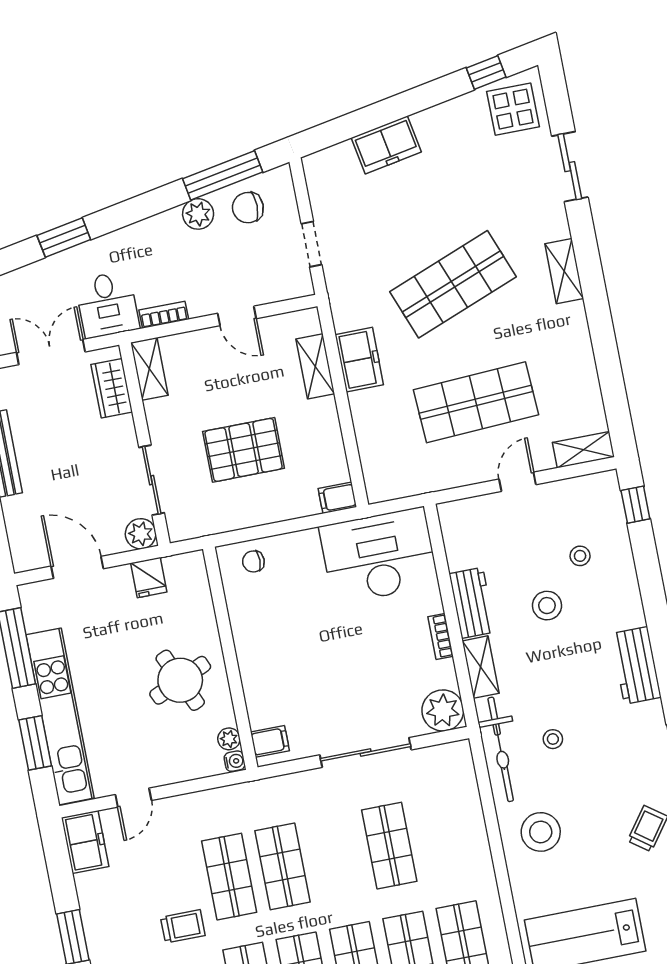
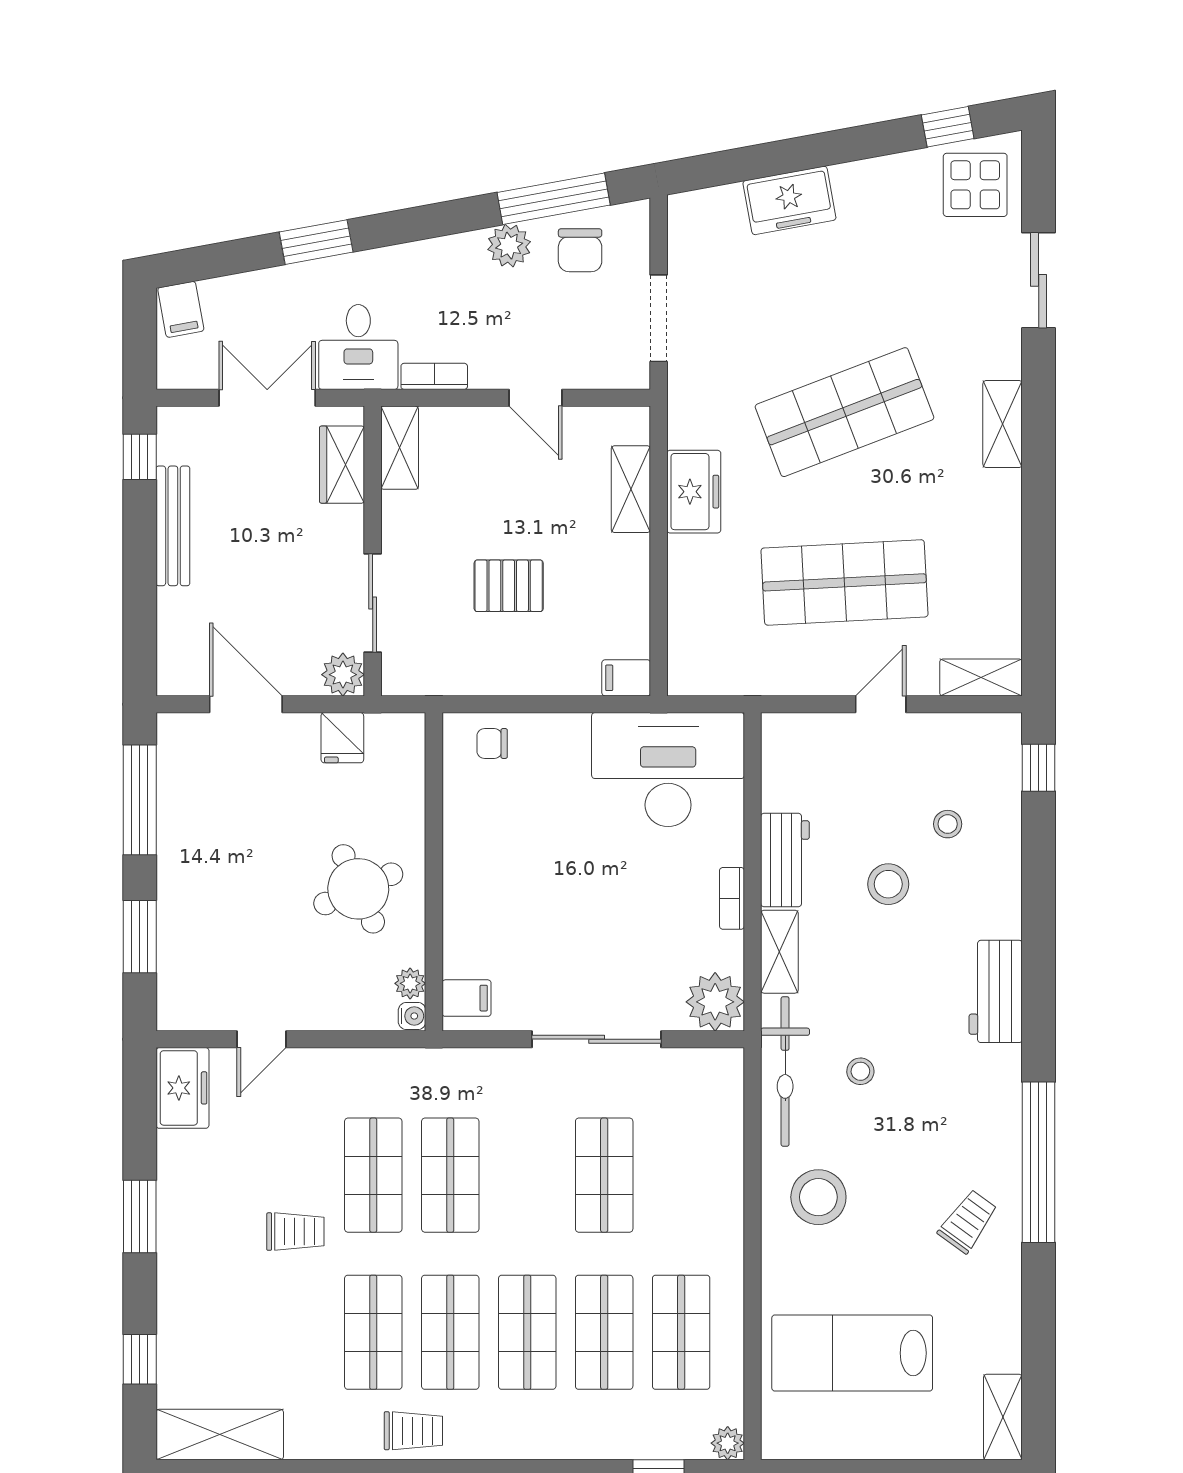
chair: (248, 208) -> (580, 250), turned -90
doorway: (311, 244) -> (659, 318), width x1.38
pallet: (244, 450) -> (509, 586), width x0.67, depth x0.71
kitchen unit: (60, 716) -> (182, 907), removed

